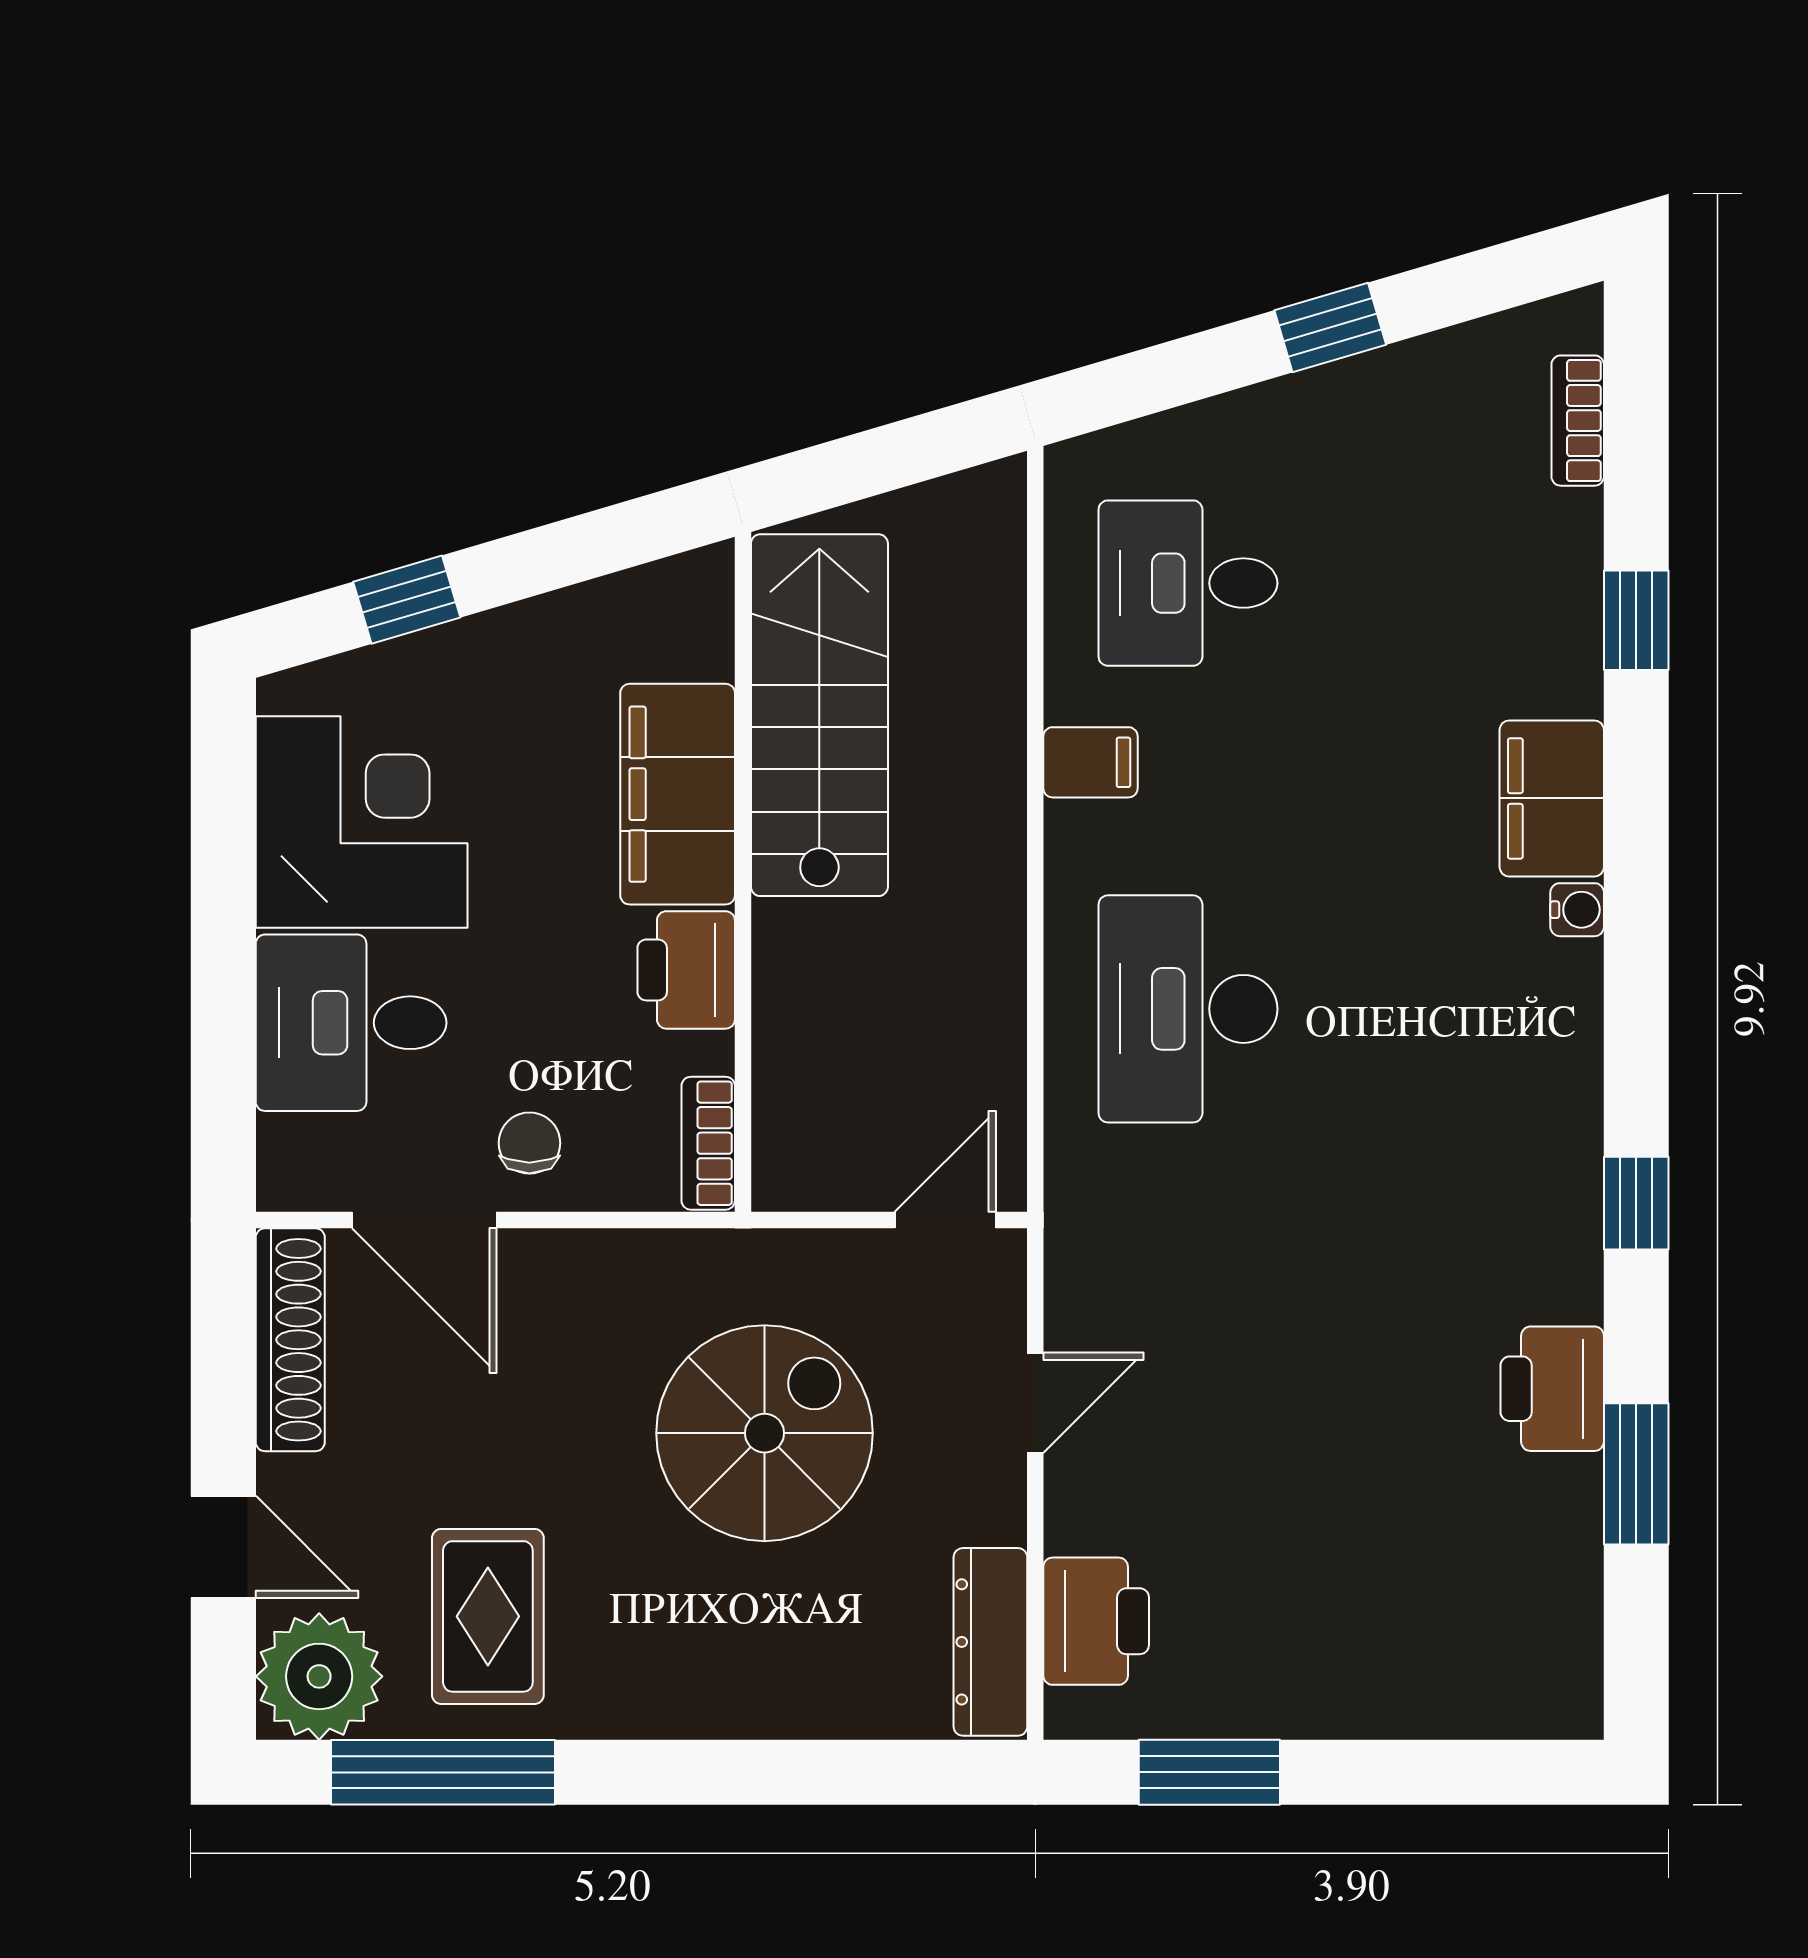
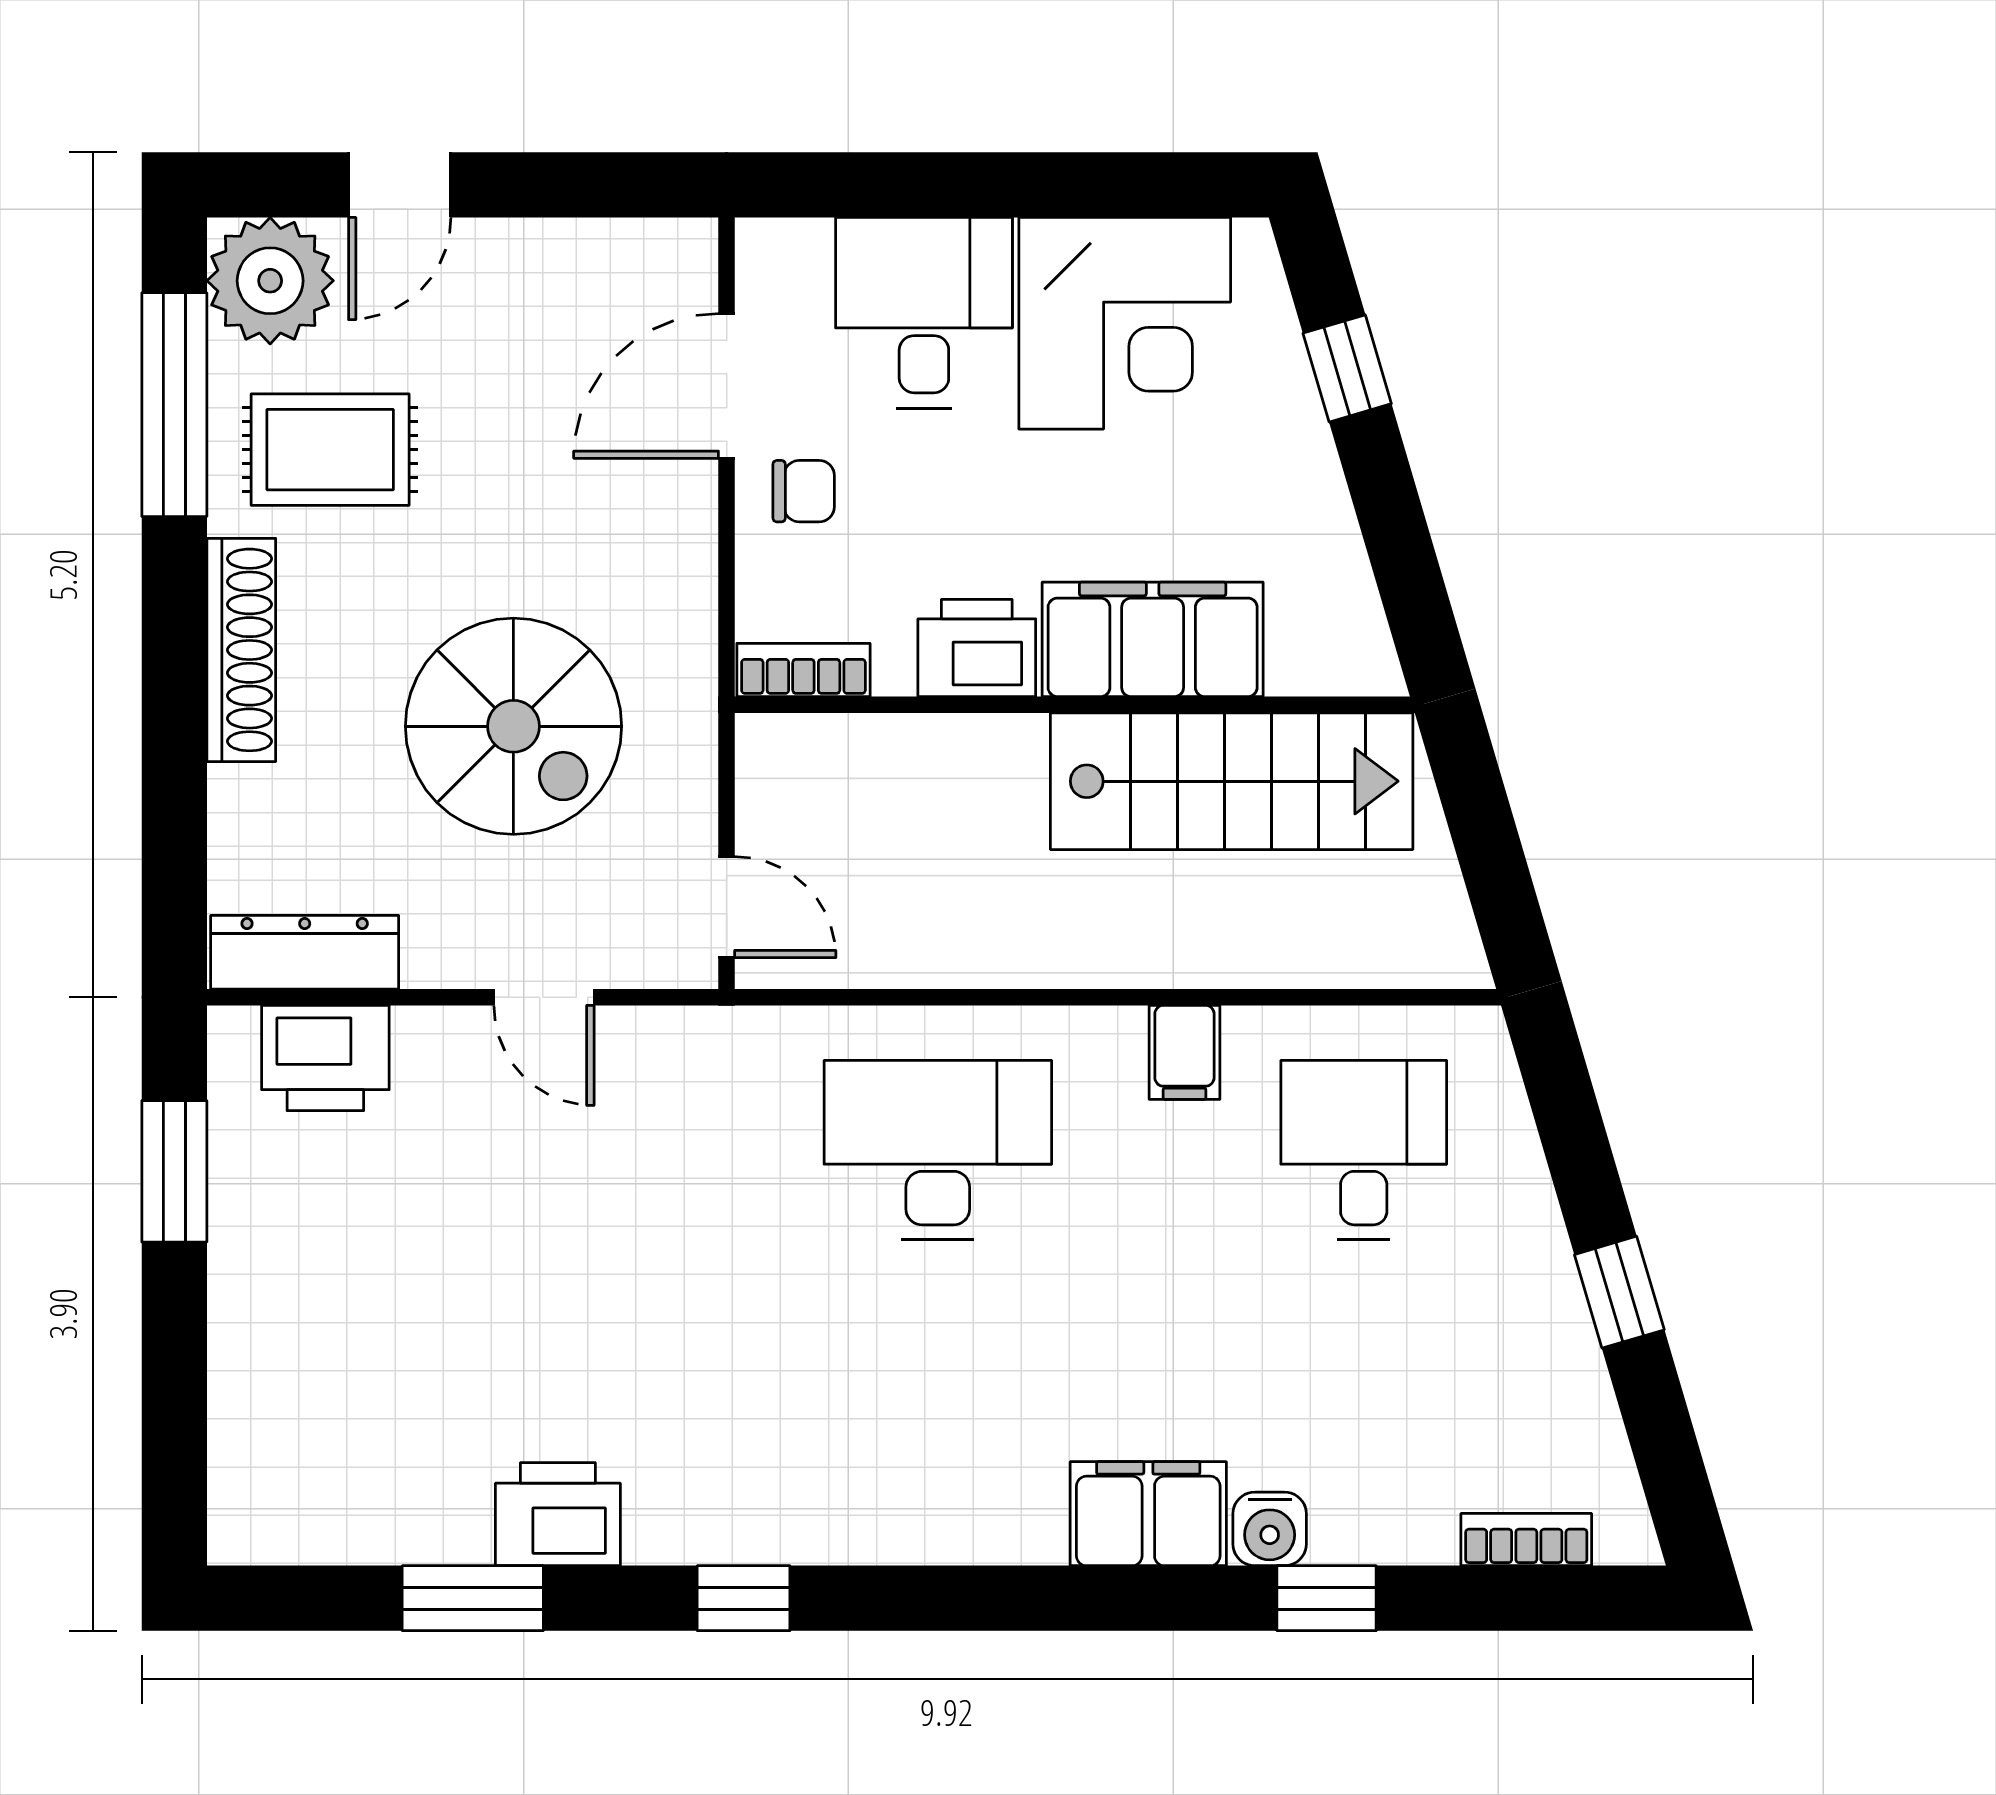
water cooler: (1577, 910) -> (1270, 1529), moved, width x1.38, depth x1.38
shoe rack: (290, 1340) -> (241, 650), moved, turned -90

